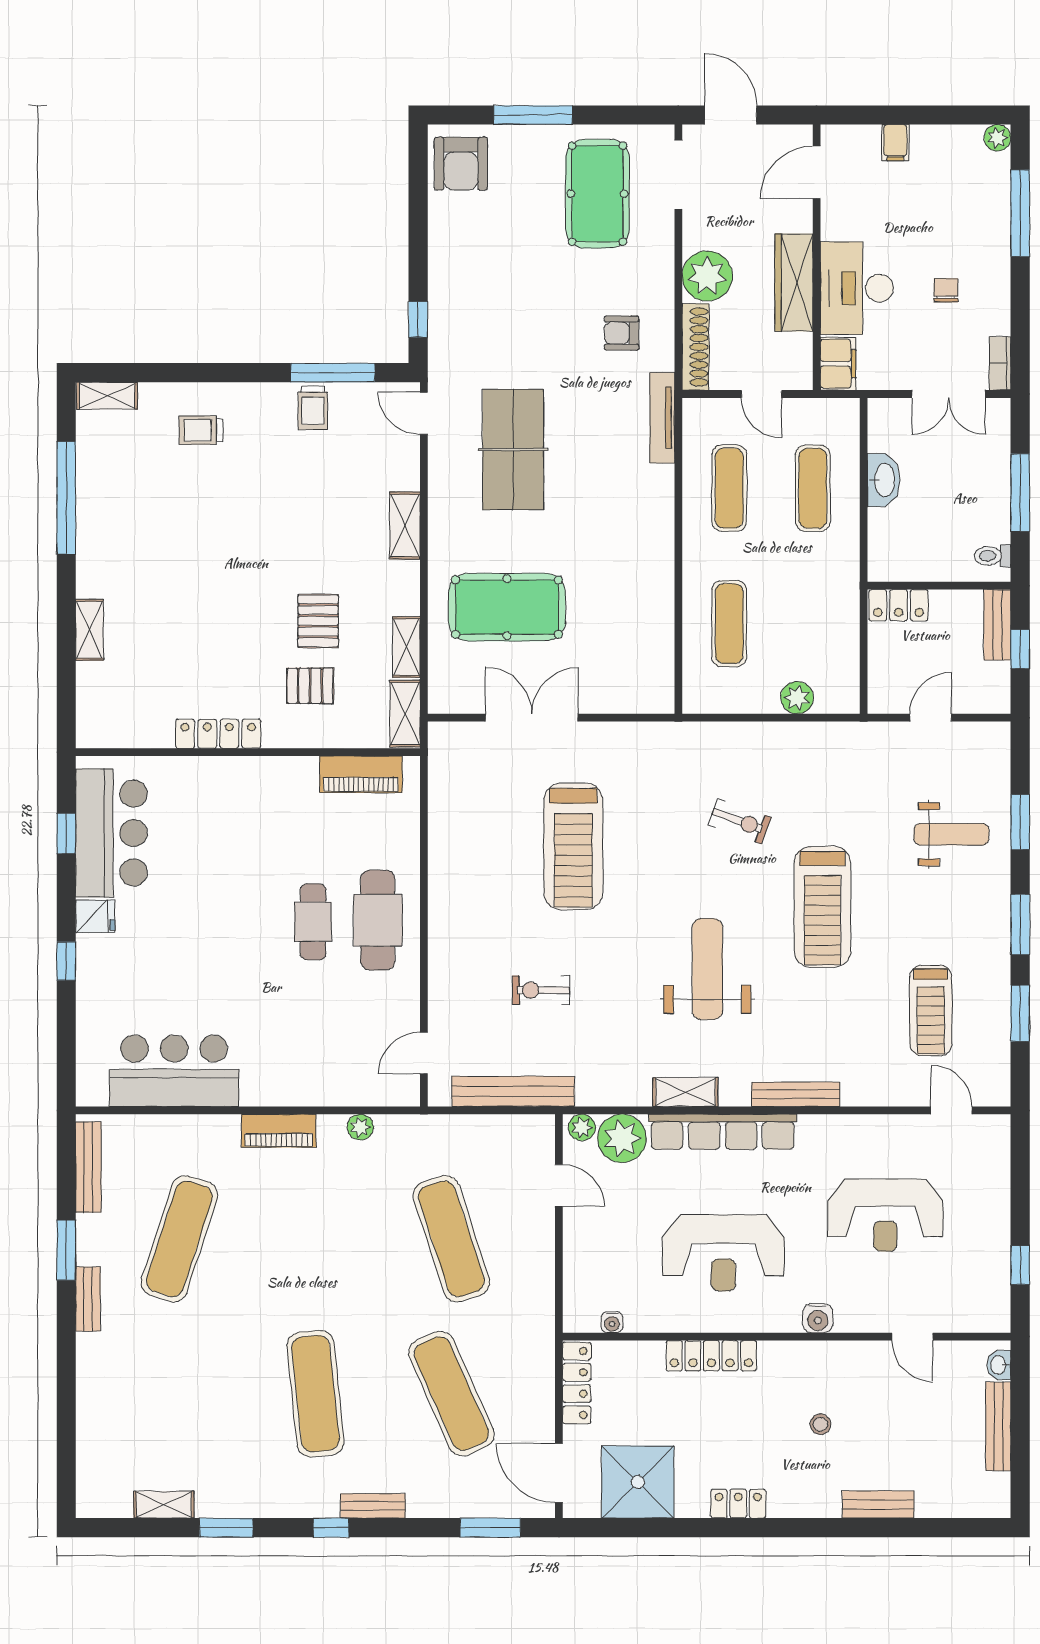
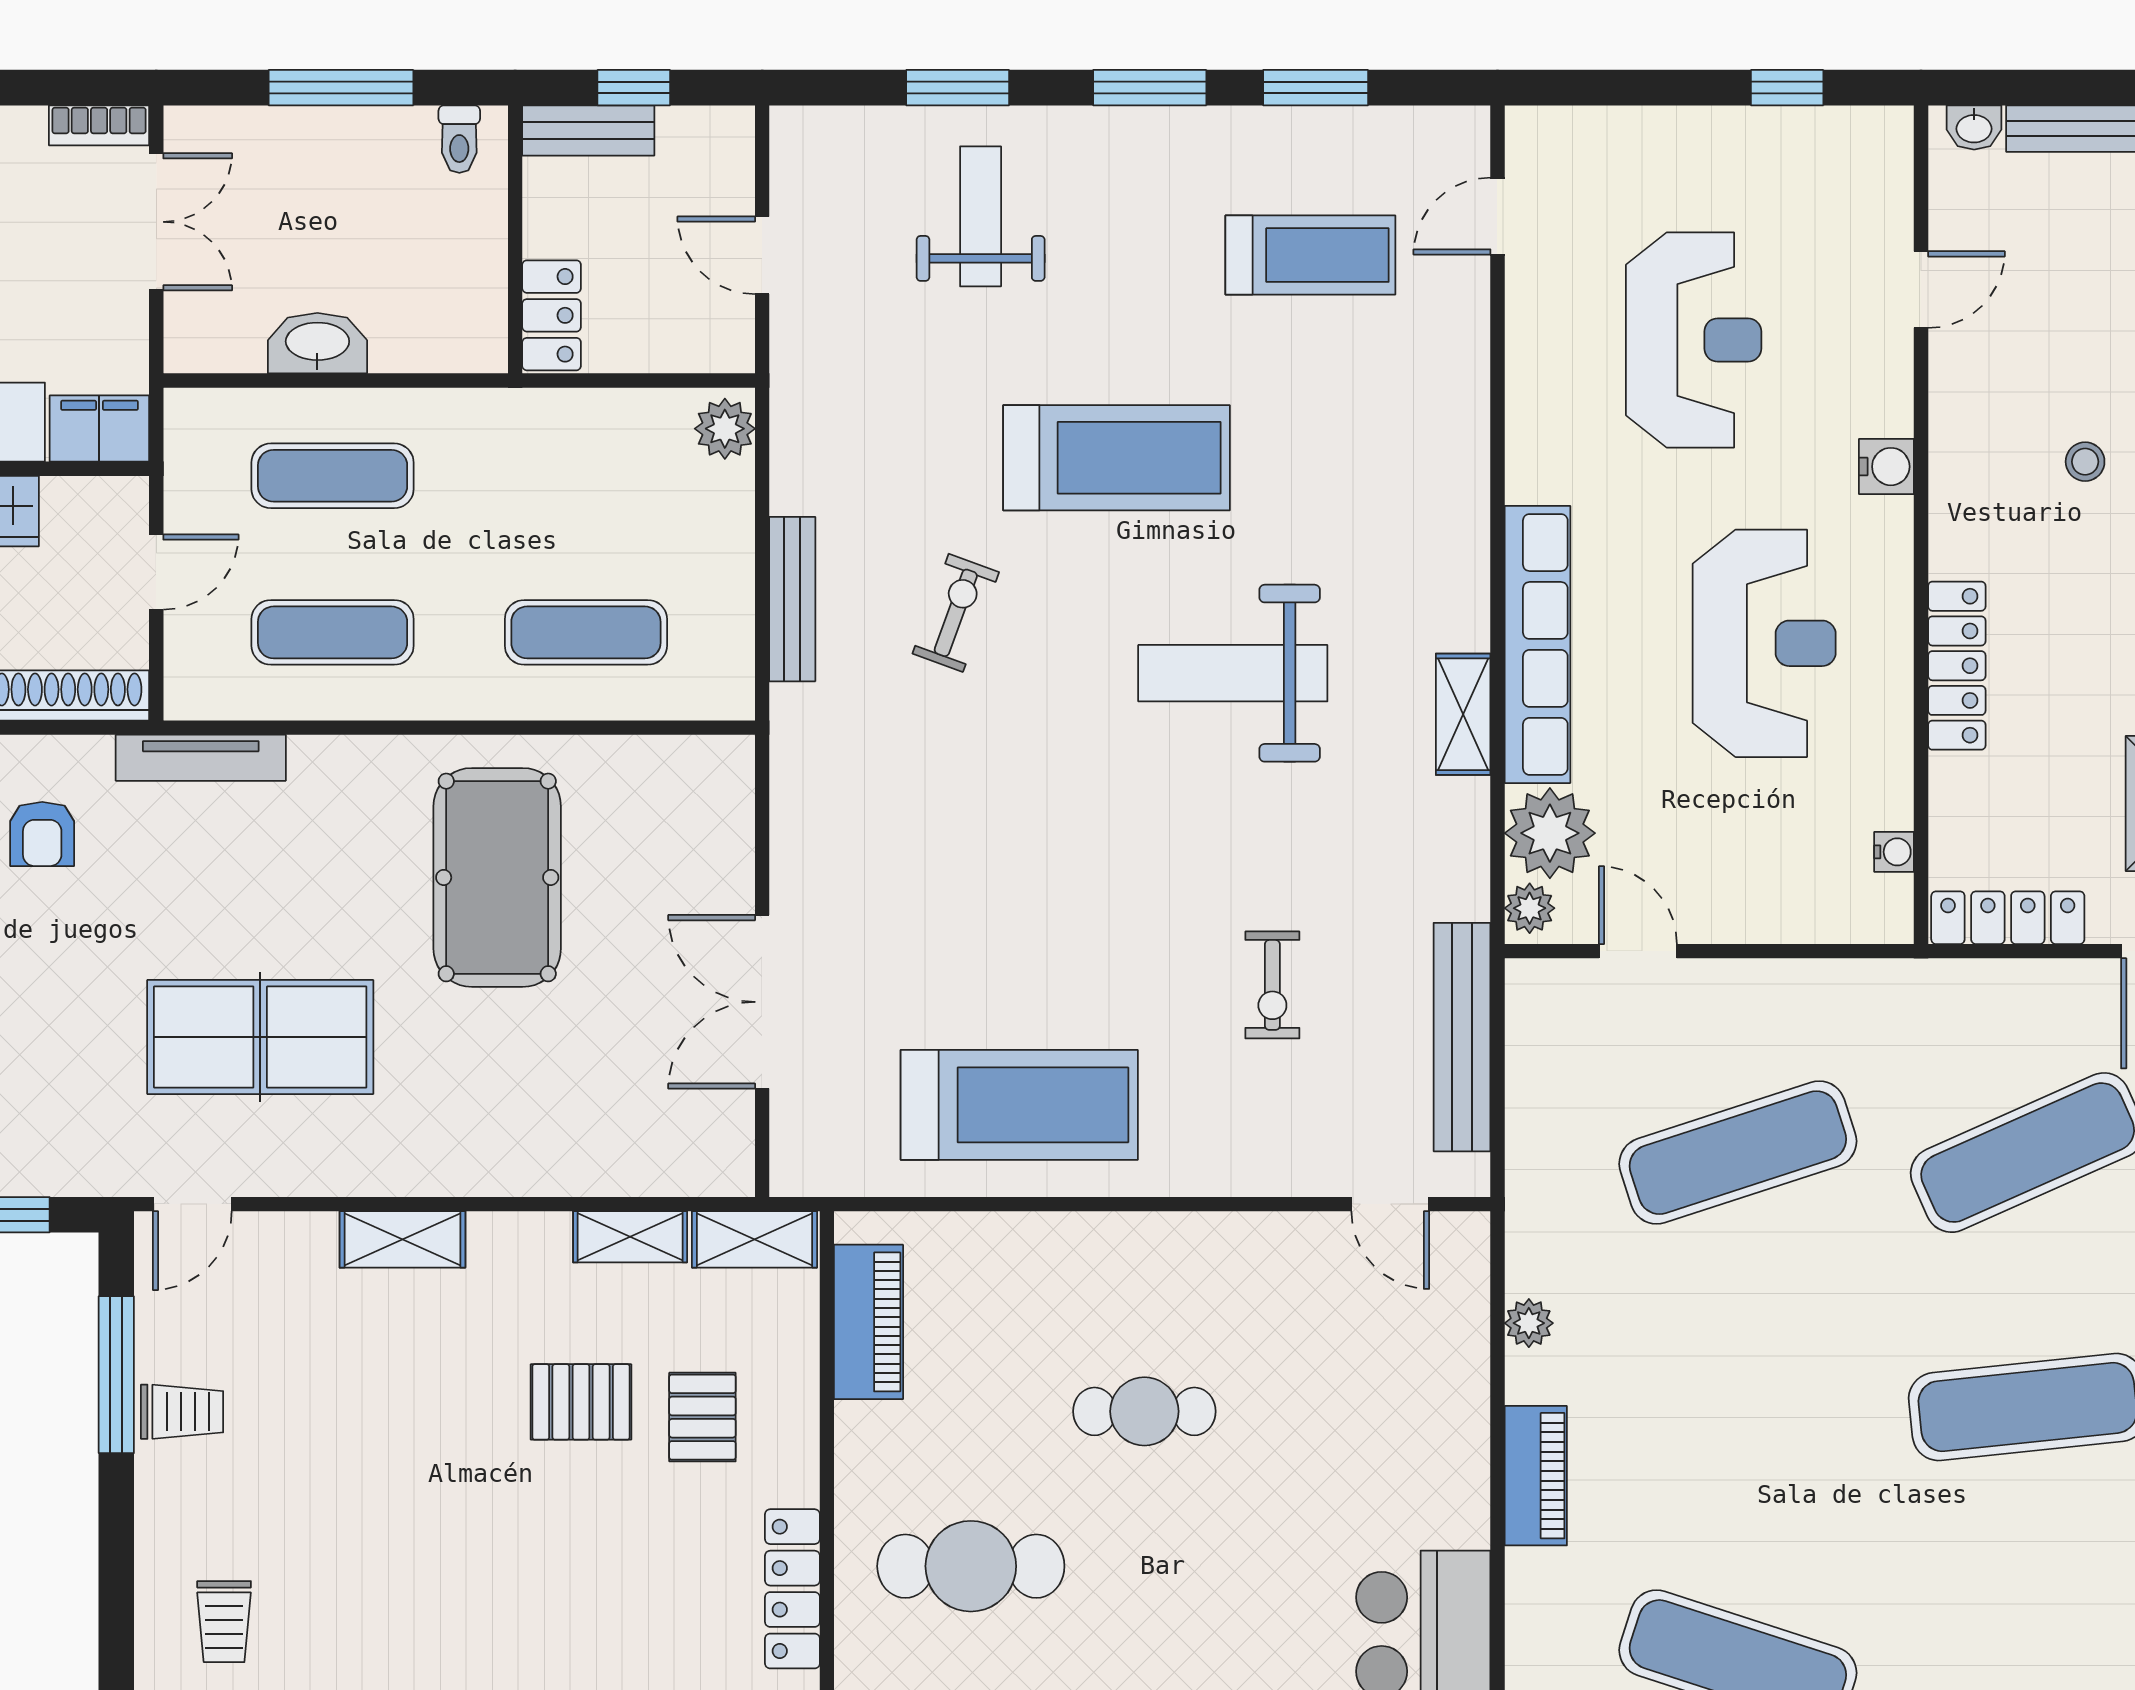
pool table: (507, 607) -> (497, 877), moved
plant: (797, 698) -> (725, 429), moved
treadmill: (573, 846) -> (1019, 1105), moved
cafe table: (378, 920) -> (971, 1566), moved
bench: (796, 1094) -> (792, 599), moved
door: (559, 1185) -> (1638, 951), hinge flipped

